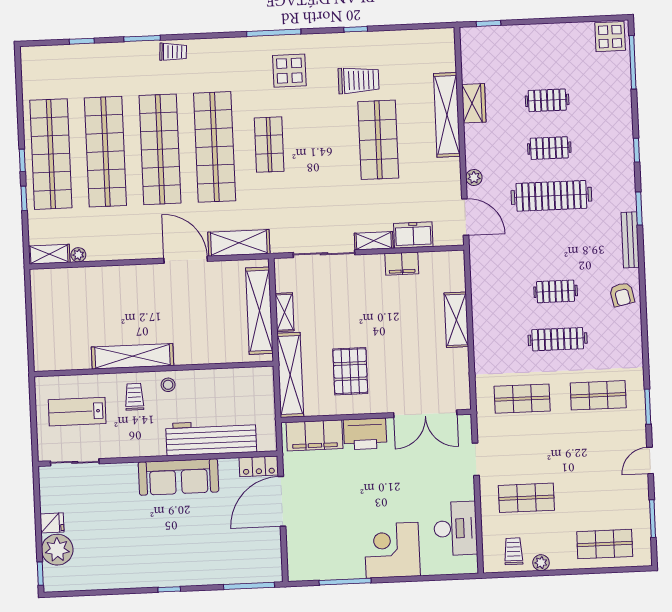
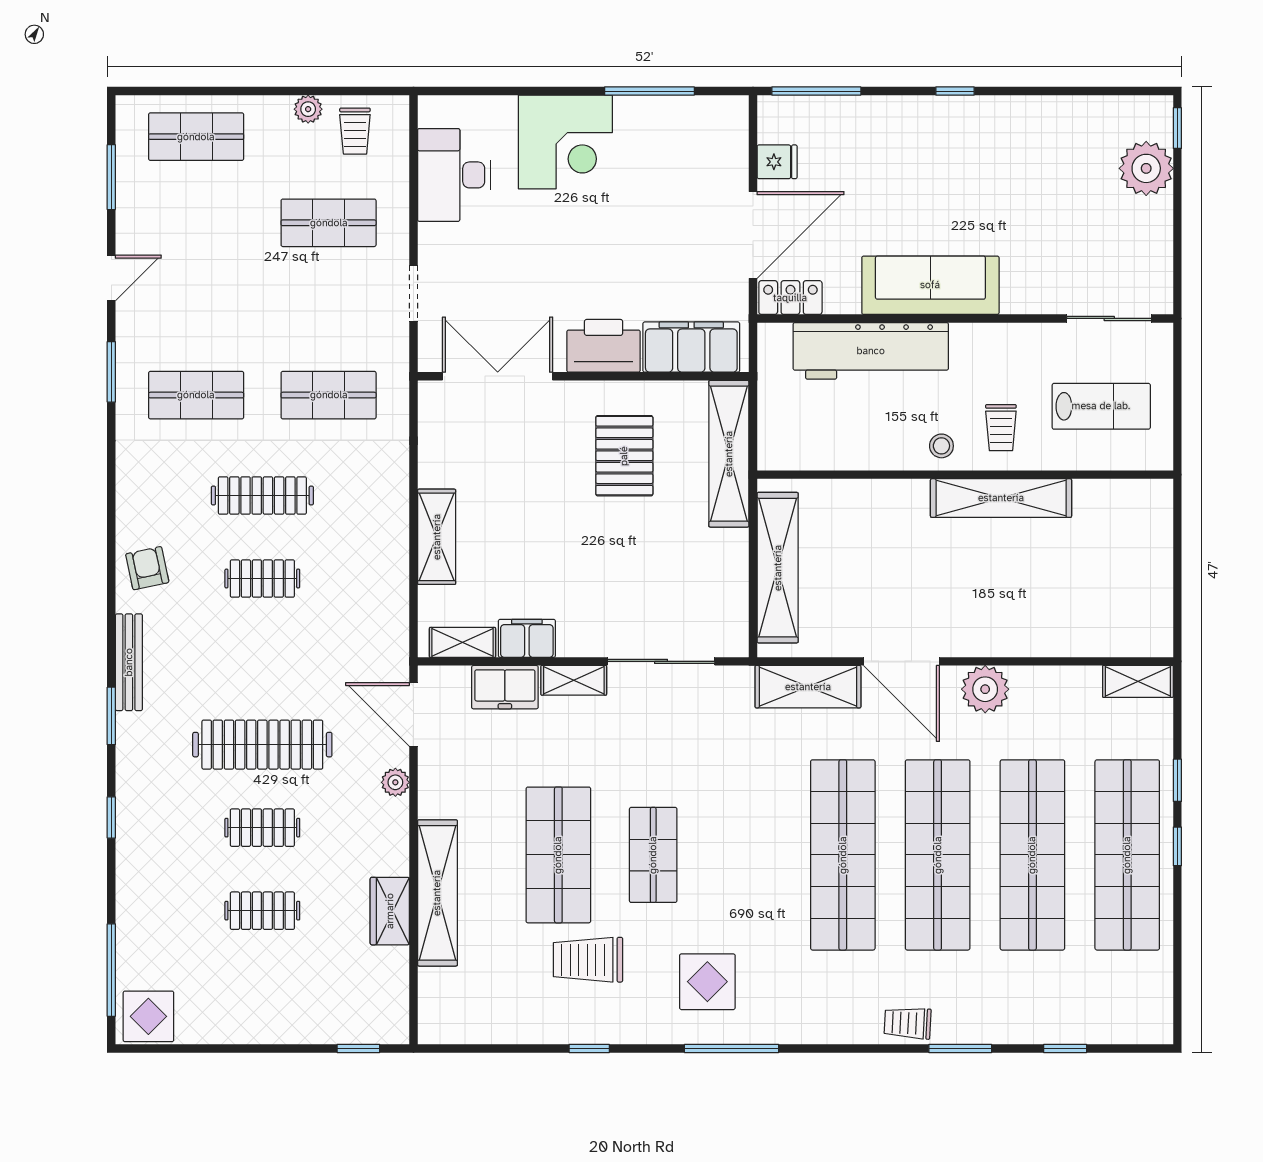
shop shelf: (269, 145) -> (653, 855), moved
plant: (78, 255) -> (985, 689), moved, width x1.87, depth x1.87
shelving: (285, 312) -> (462, 642), moved, turned 90
fridge: (52, 523) -> (777, 162), moved, turned 180

